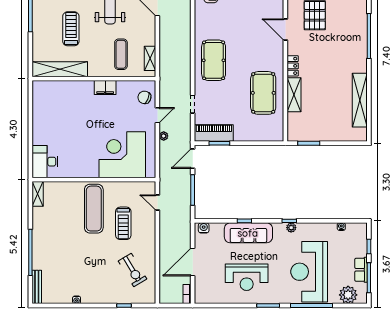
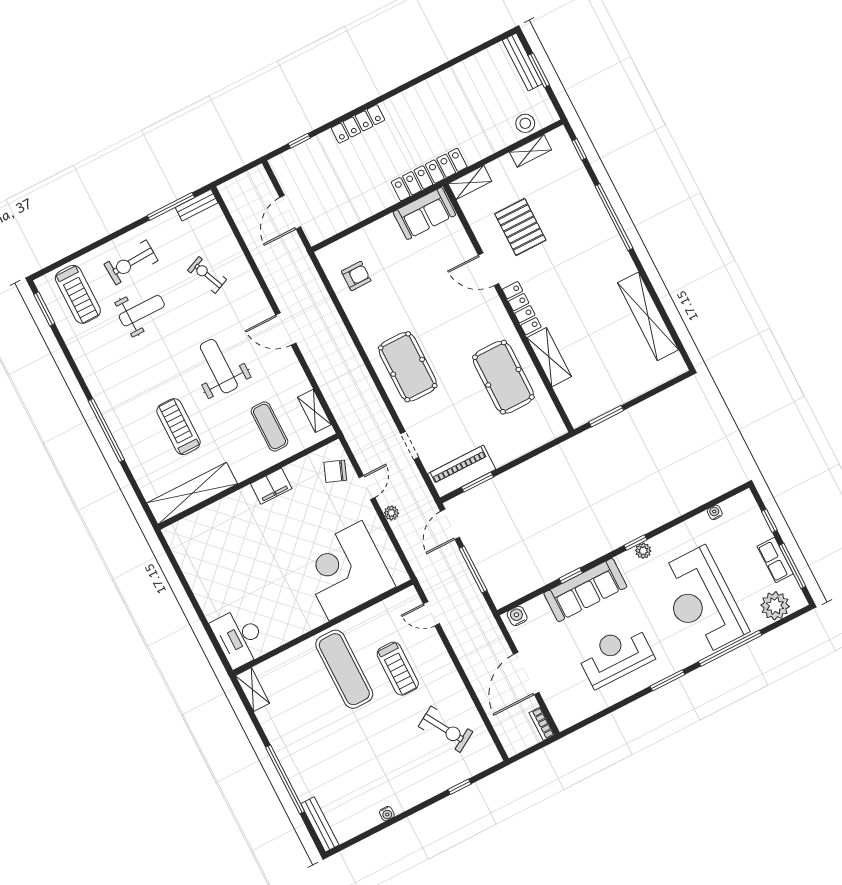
locker: (293, 66) -> (522, 308), width x1.53
reception desk: (247, 277) -> (616, 655), turned 180

